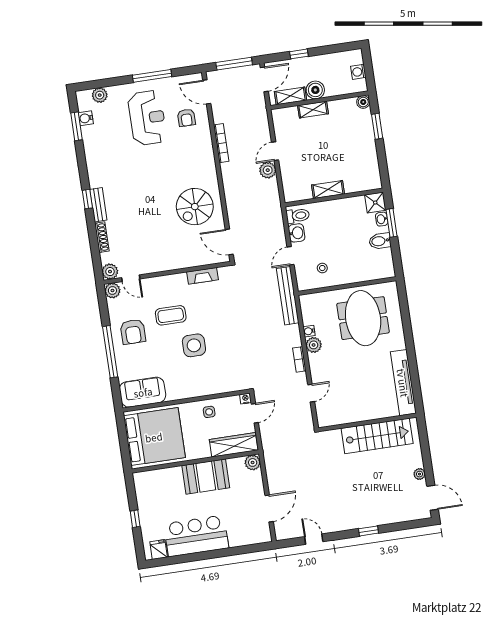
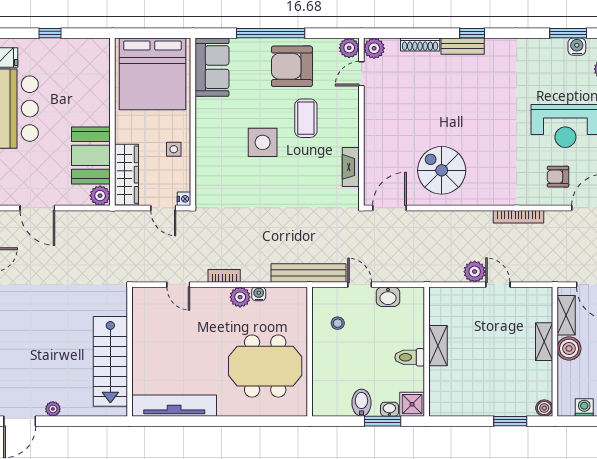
toilet: (298, 216) -> (410, 357), moved, turned 90
armchair: (133, 332) -> (292, 66), width x1.36, depth x1.36
booth: (206, 477) -> (91, 155), moved

